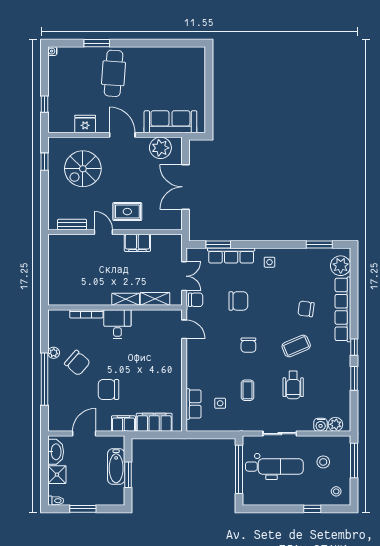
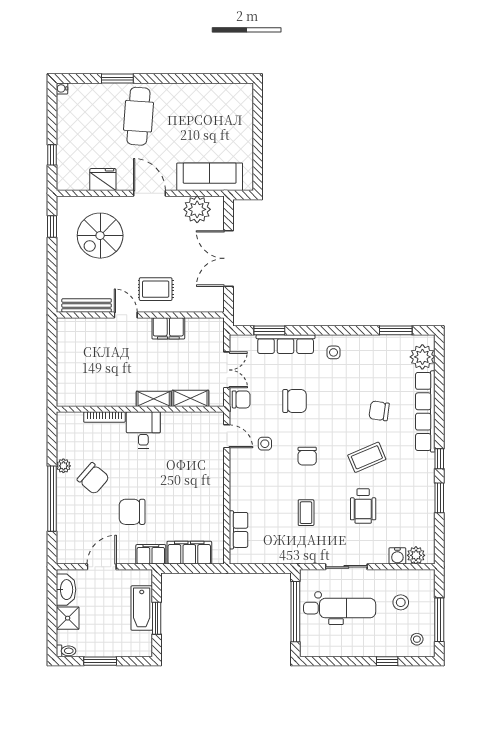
bench: (72, 225) -> (87, 305), width x1.36
side table: (220, 403) -> (265, 444), moved
window: (354, 460) -> (439, 620), moved

